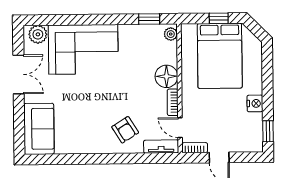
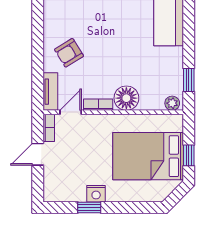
window: (268, 131) -> (89, 207), moved

